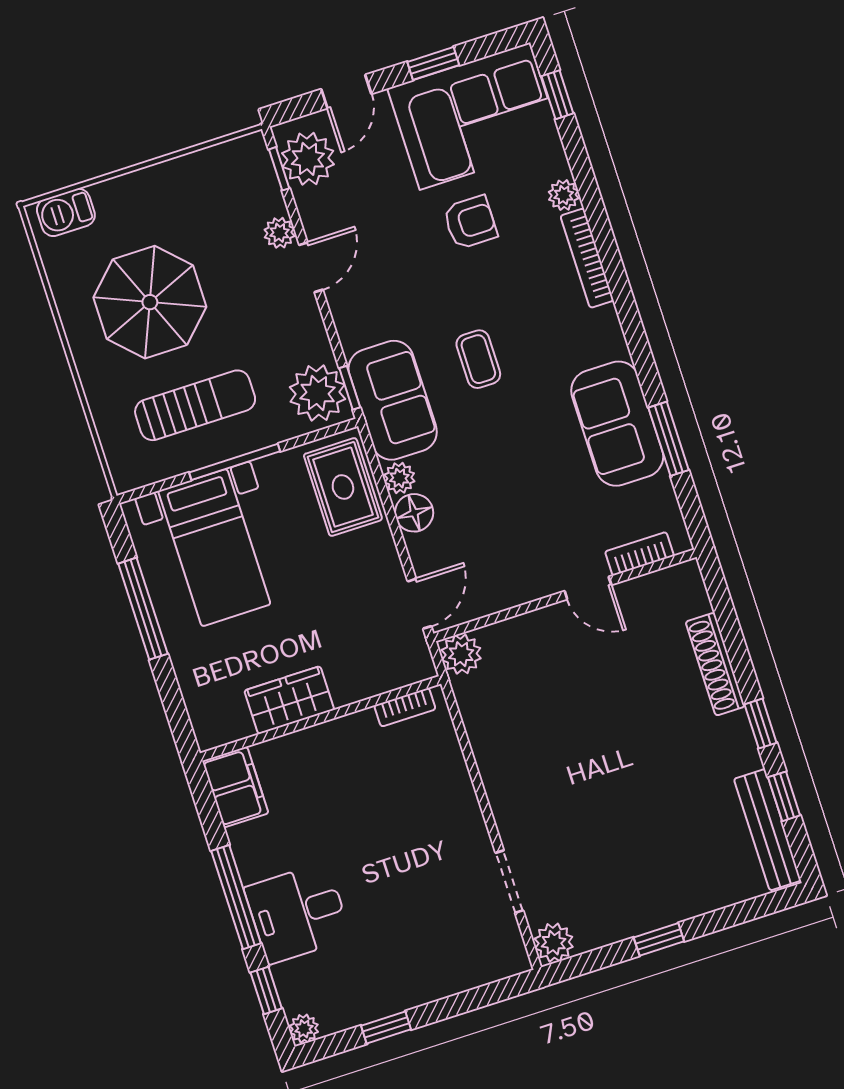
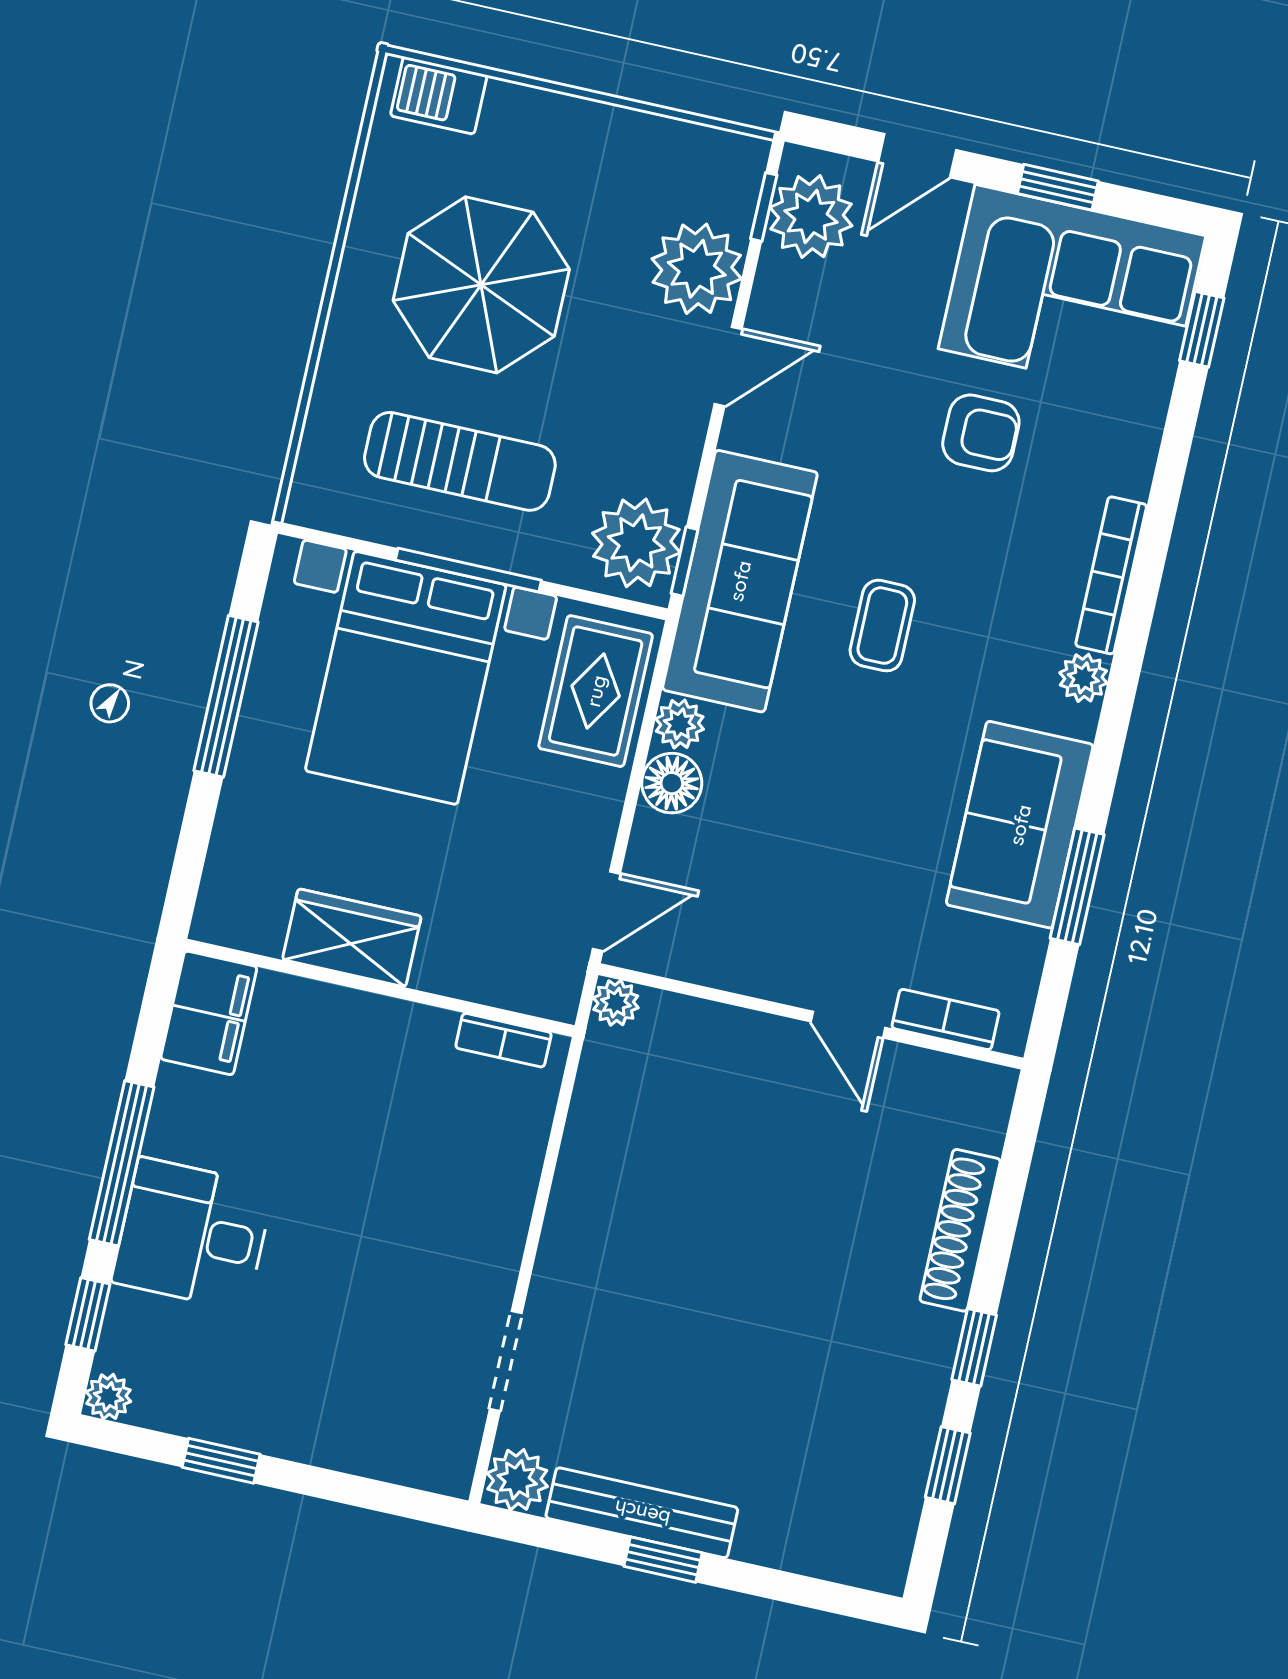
plant: (564, 195) -> (1083, 678), moved
plant: (279, 233) -> (697, 269), width x1.88, depth x1.88
sofa: (393, 400) -> (740, 581), width x1.36
bed with nightstands: (214, 548) -> (406, 678), width x1.36
plant: (461, 654) -> (616, 1003), width x0.73, depth x0.73
bench: (767, 830) -> (642, 1513), moved, turned 90

